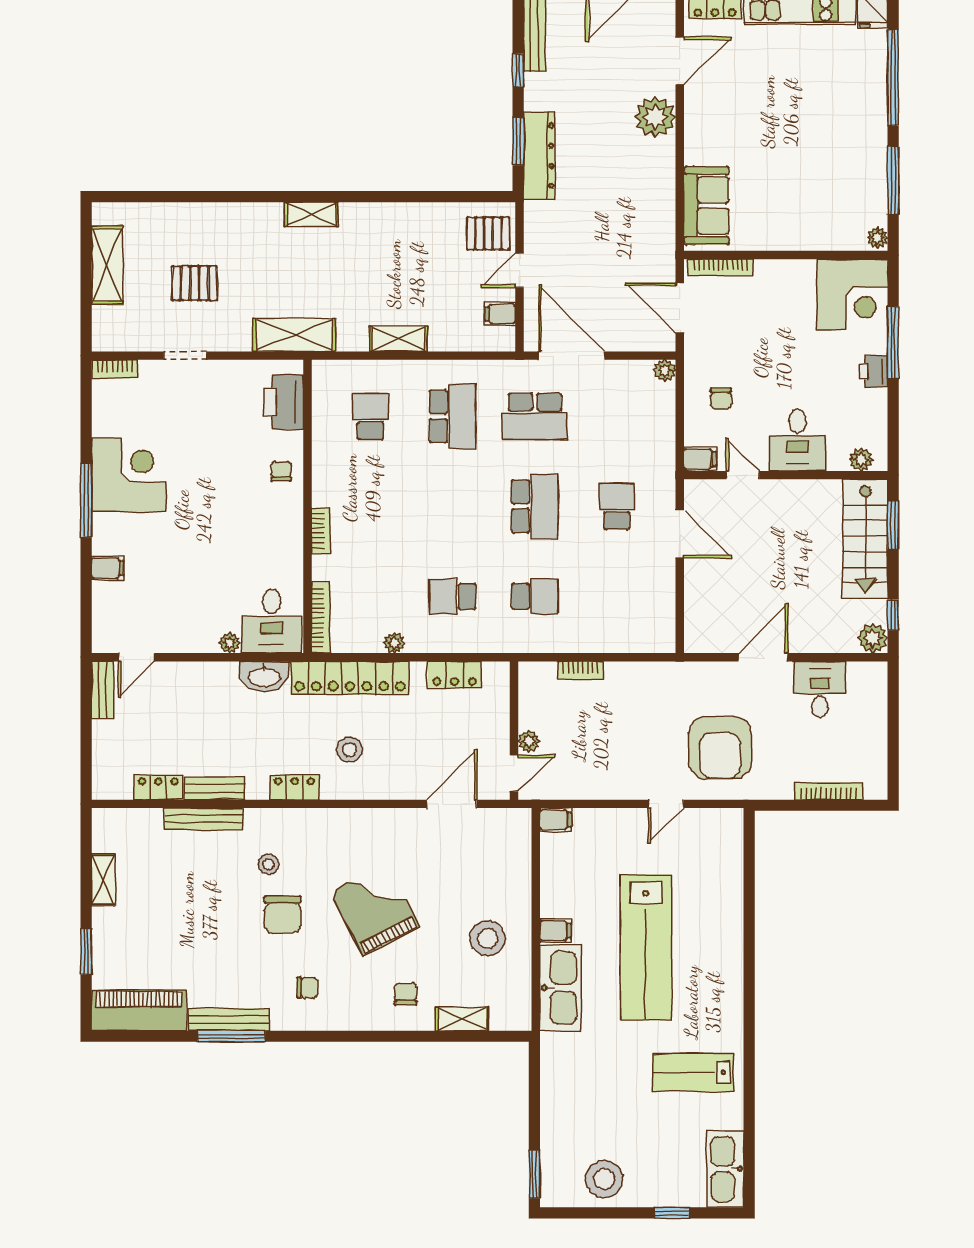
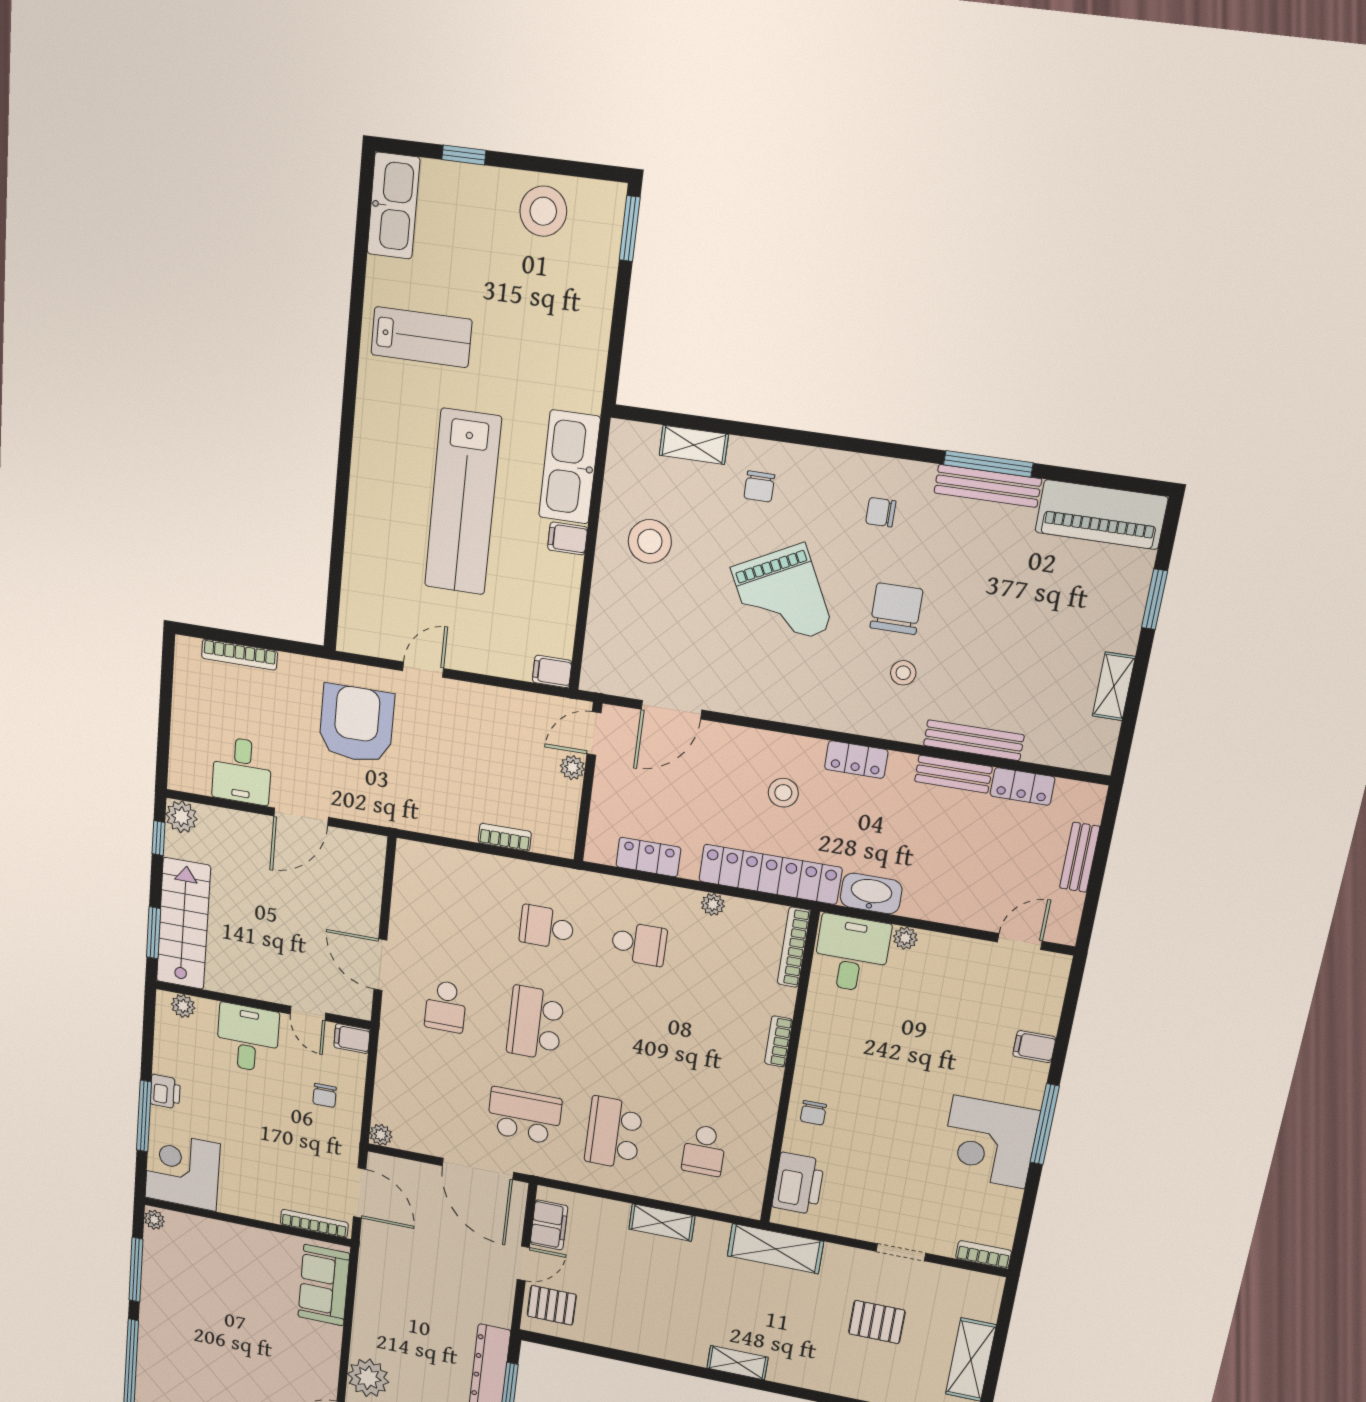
filing cabinet: (500, 314) -> (549, 1225), width x2.00
chair: (721, 399) -> (325, 1095), turned 180
bench: (102, 690) -> (1080, 857), moved
lab bench: (646, 947) -> (463, 502), turned 180

